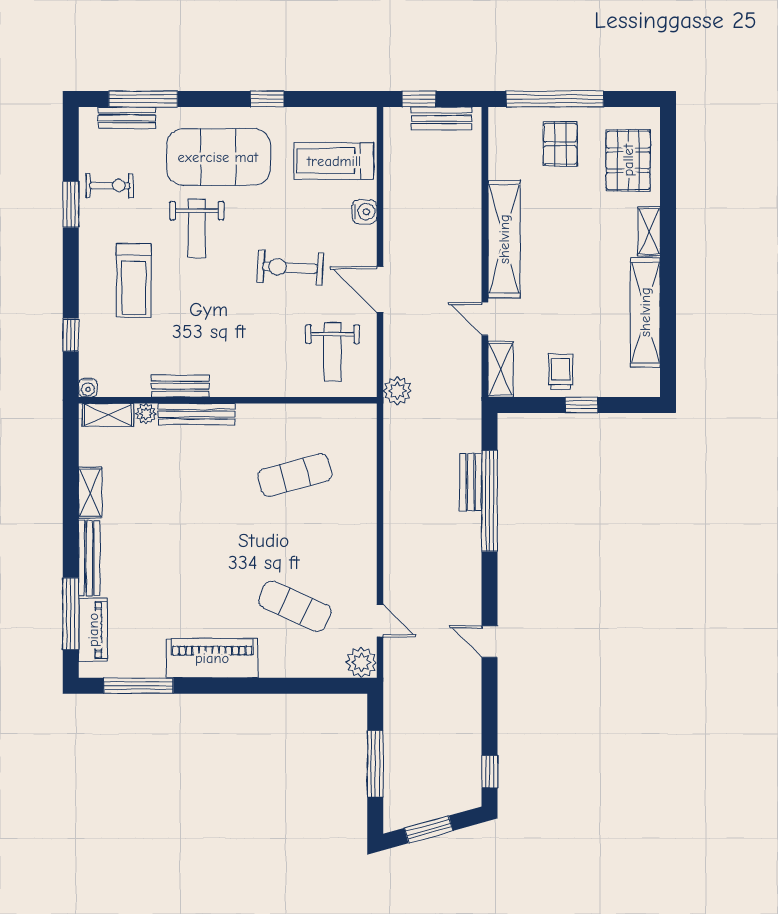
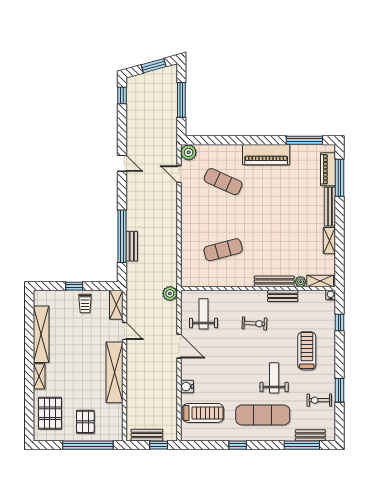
exercise mat: (218, 157) -> (263, 415), width x0.68
exercise bike: (290, 267) -> (254, 323), moved, width x0.73, depth x0.72

